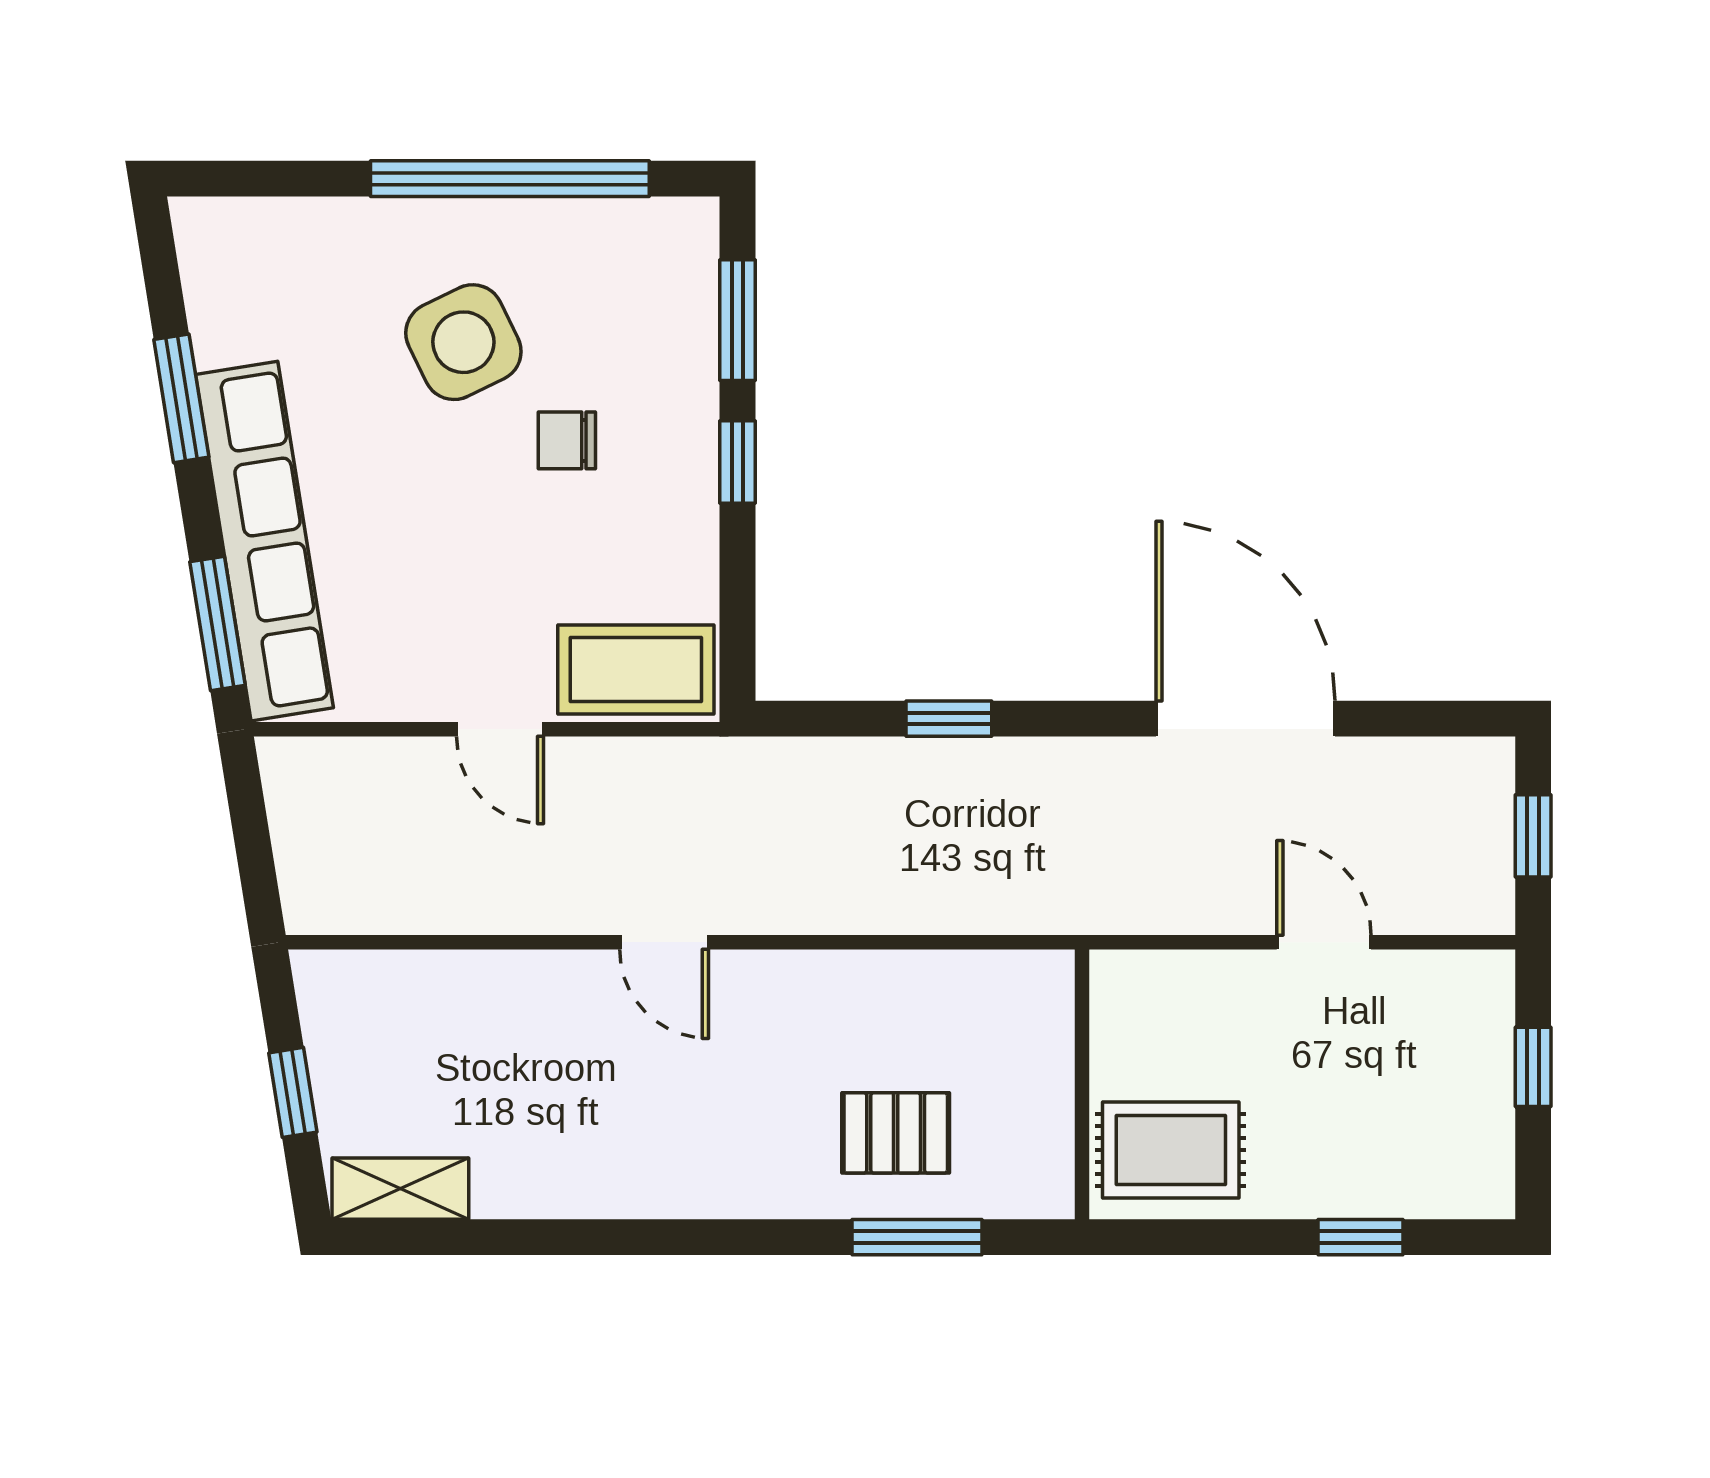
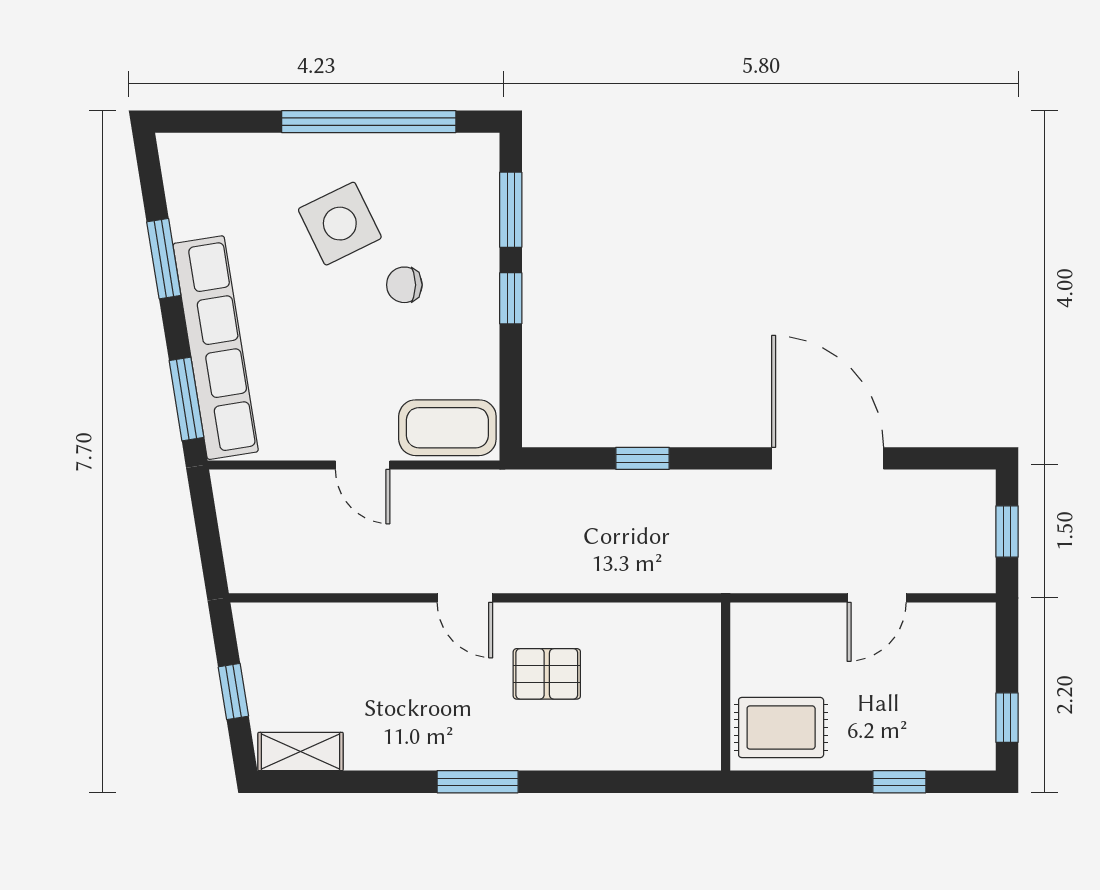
door: (1324, 942) -> (877, 598), swing flipped
window: (1533, 1067) -> (1007, 718), moved
pallet: (896, 1133) -> (547, 674), moved
window: (917, 1237) -> (478, 782), moved

